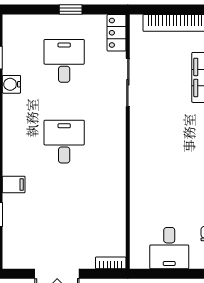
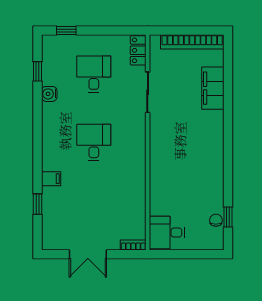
window: (71, 9) -> (66, 31), moved
desk: (169, 248) -> (167, 233), moved, turned 90

